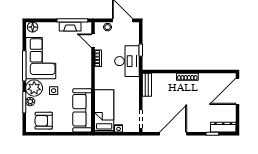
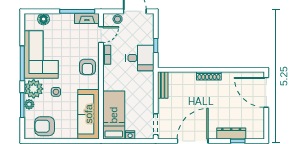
floor lamp: (33, 27) -> (44, 19), moved
fireplace: (70, 27) -> (87, 19), moved
door: (93, 41) -> (101, 35), swing flipped
desk: (127, 61) -> (140, 58), width x0.73
armchair: (81, 69) -> (87, 67), added
door: (237, 91) -> (266, 92), hinge flipped
dresser: (223, 127) -> (231, 133), moved

